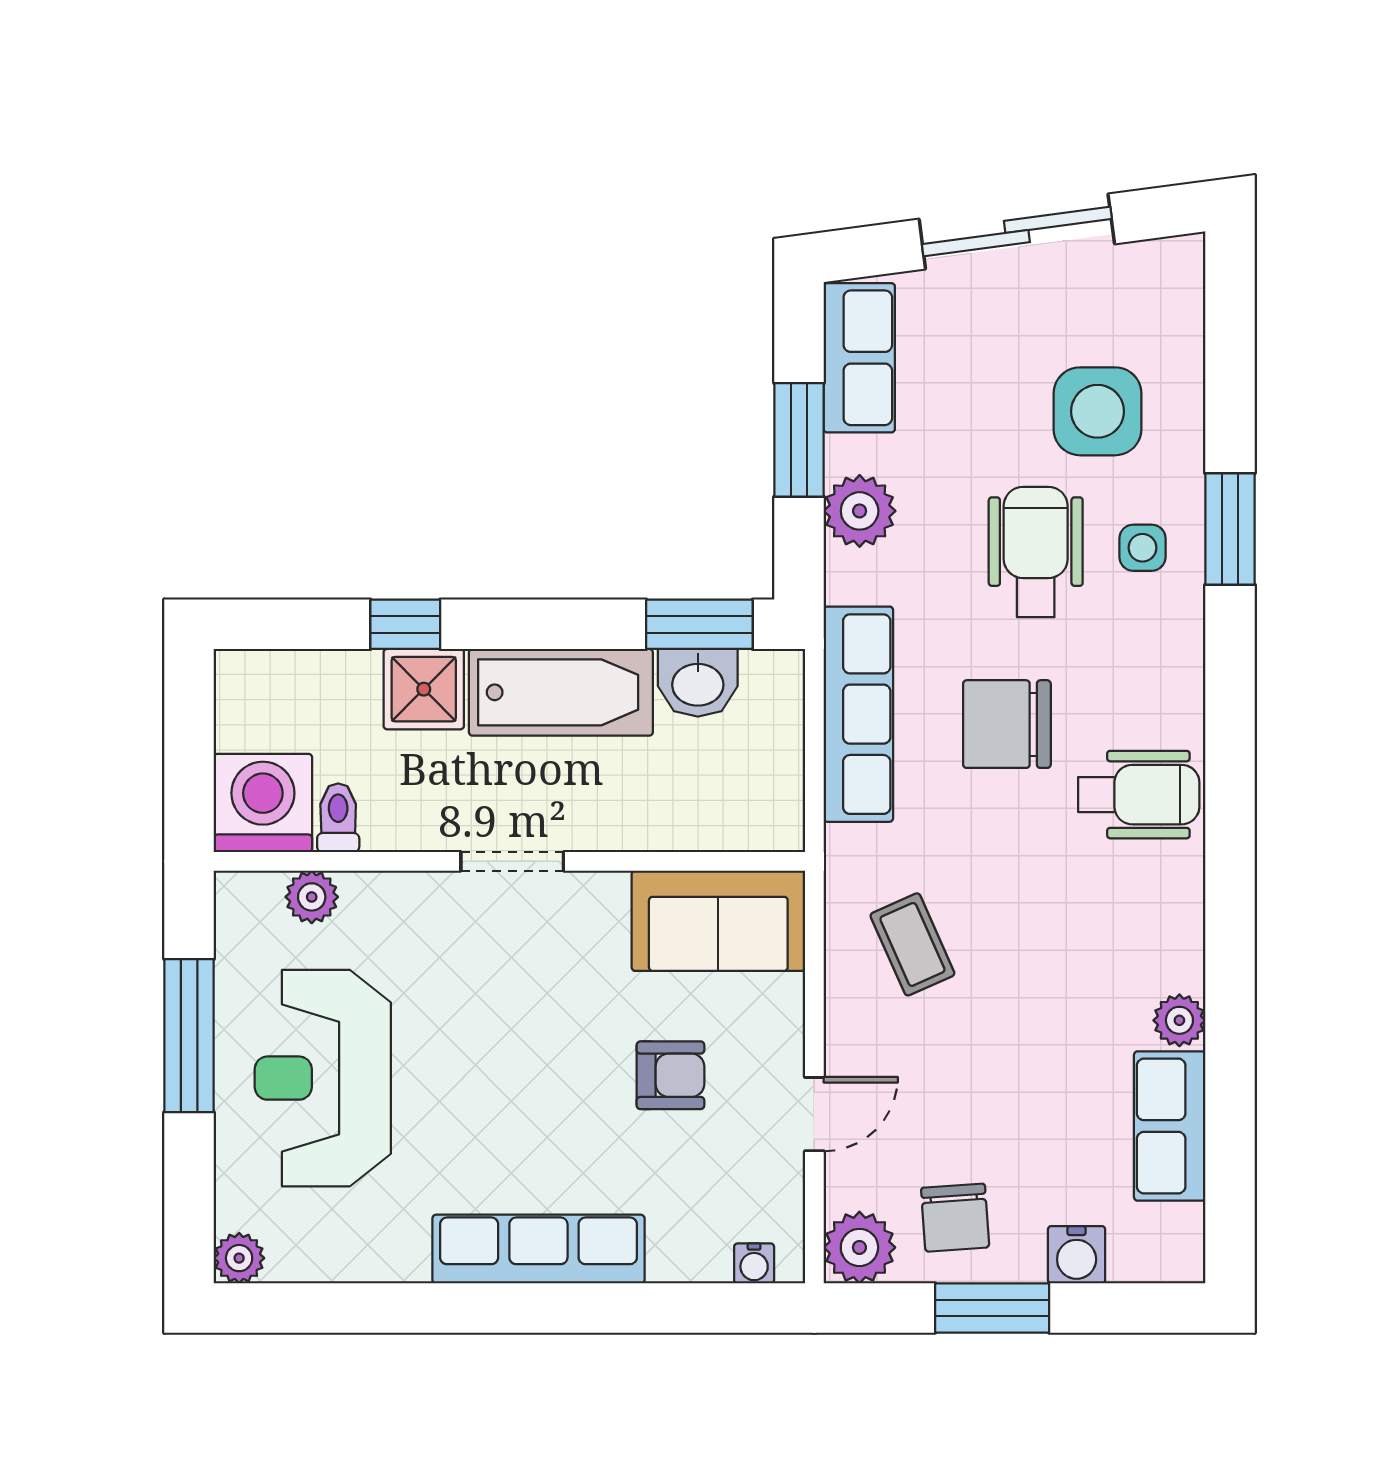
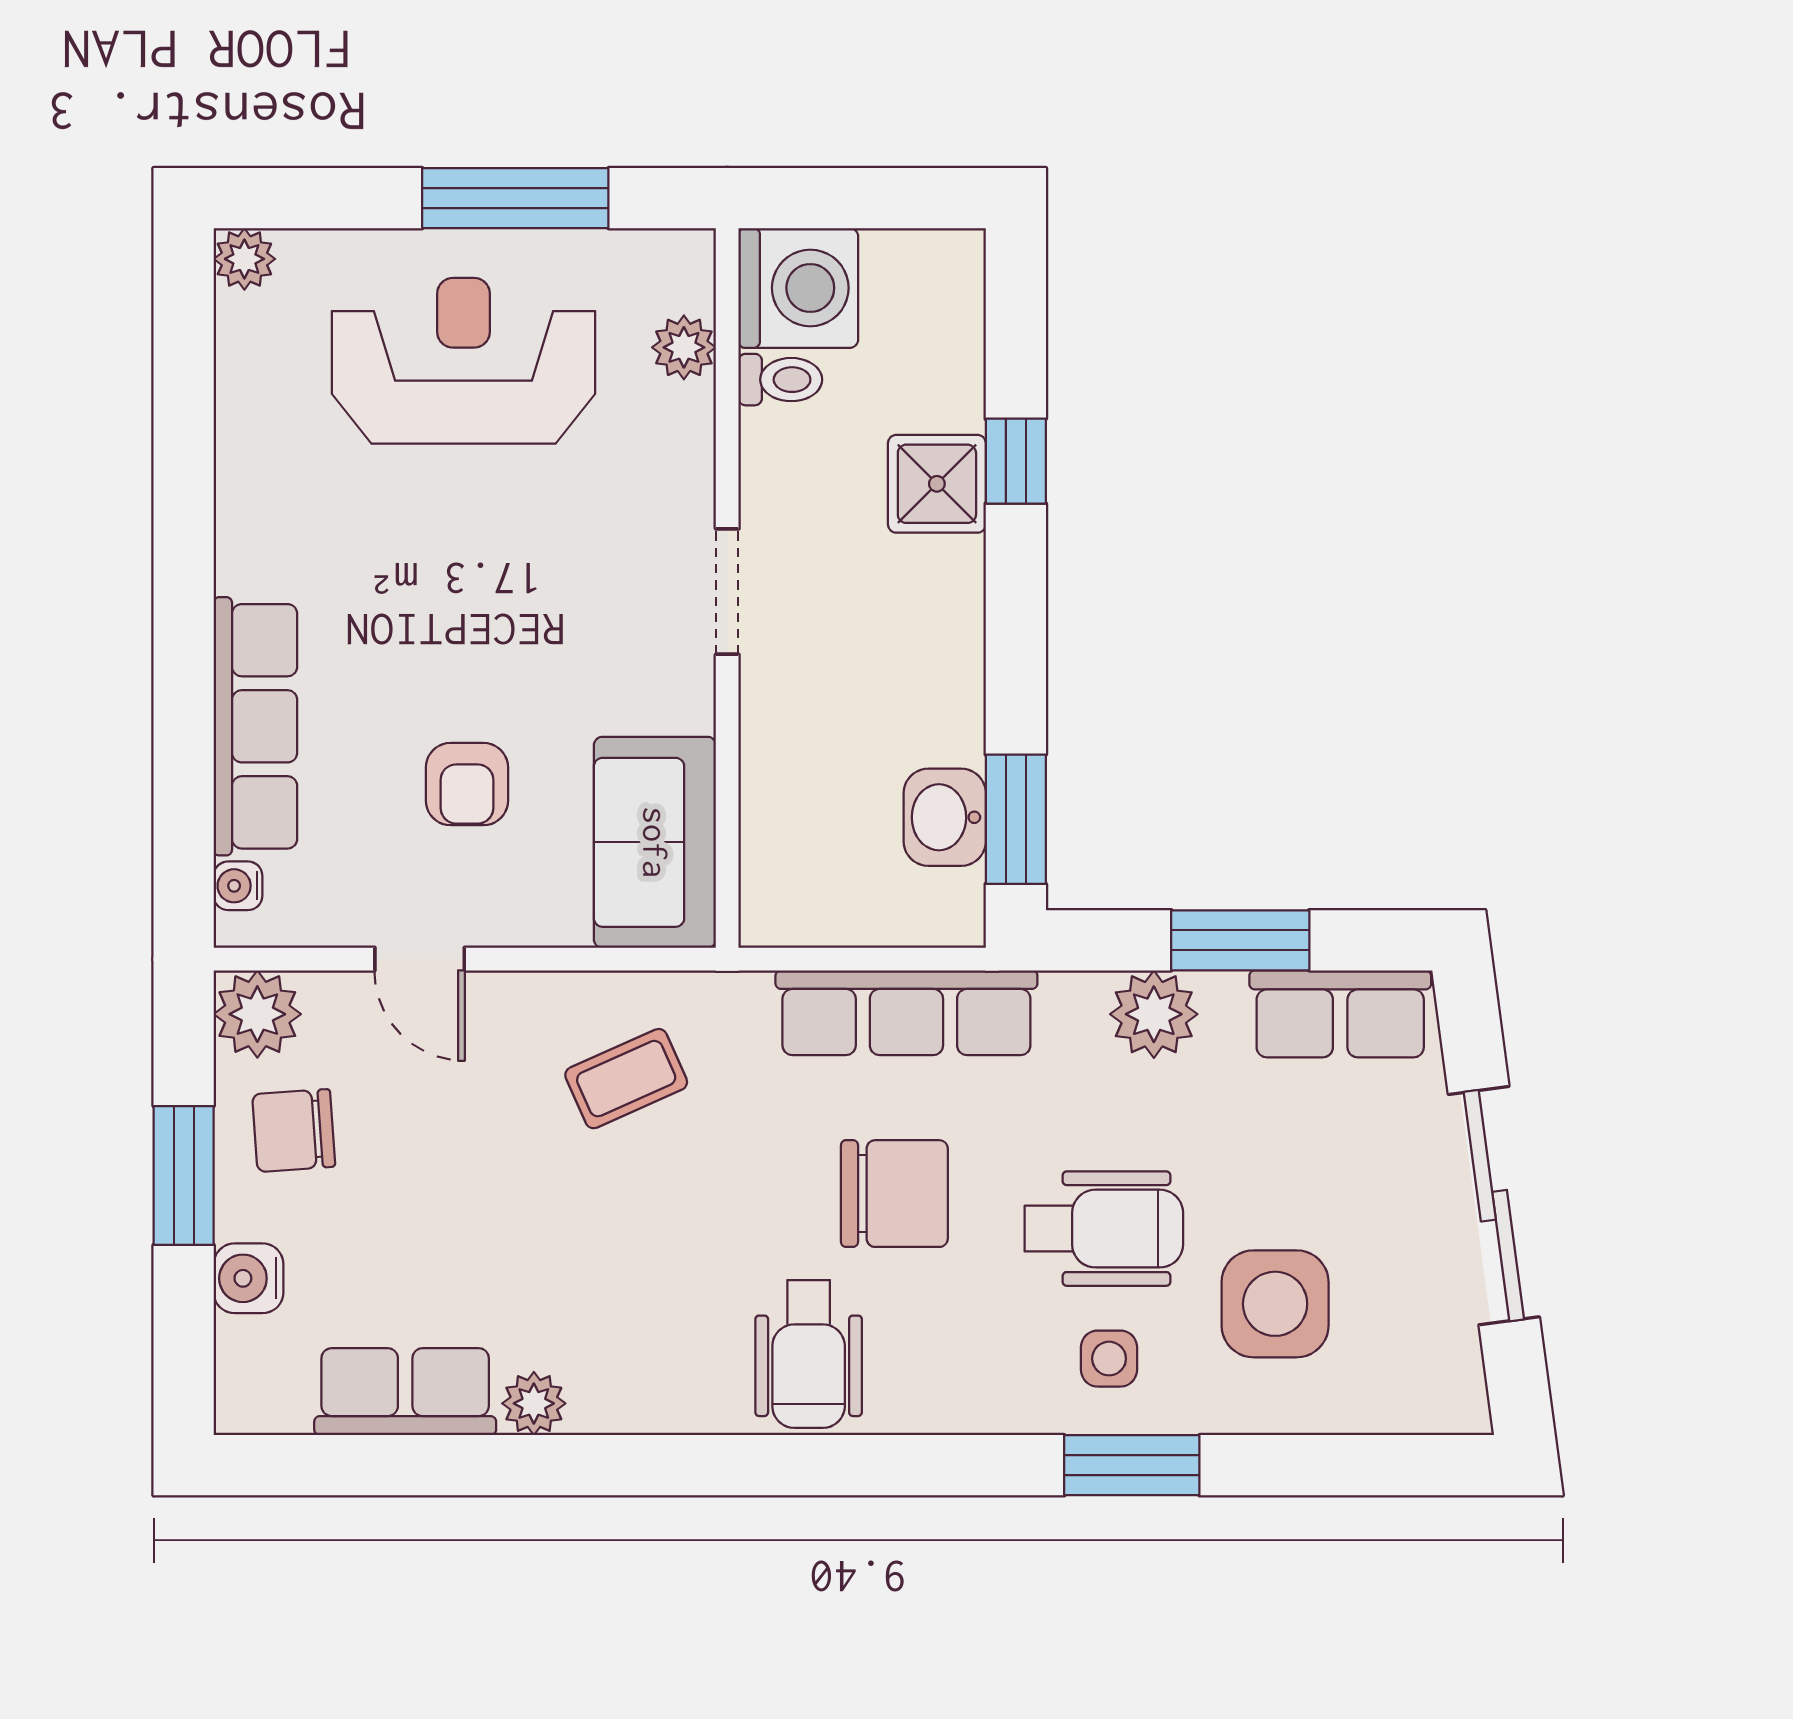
bathtub: (561, 692) -> (933, 651), removed
chair: (1007, 724) -> (894, 1194), turned 90
row of seats: (538, 1249) -> (255, 726), moved

